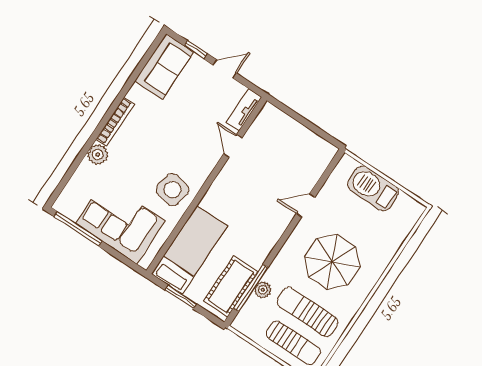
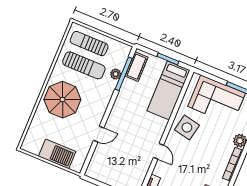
door: (233, 146) -> (158, 151), moved
parasol: (332, 262) -> (62, 100), moved
cot: (231, 286) -> (136, 67), width x0.73, depth x0.75

